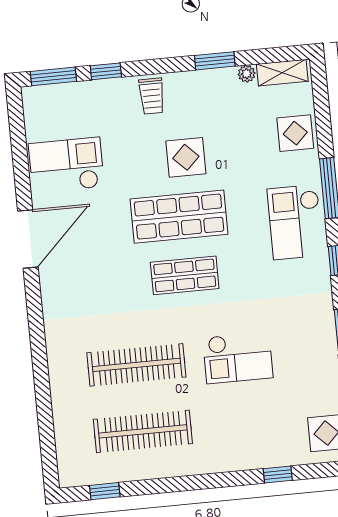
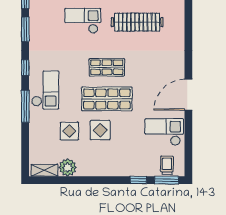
window: (215, 61) -> (80, 180), removed
plant: (247, 74) -> (68, 167), width x1.88, depth x1.88
trolley: (152, 96) -> (167, 165), moved
display table: (295, 133) -> (69, 131), moved
checkout: (66, 165) -> (164, 132), turned 180

